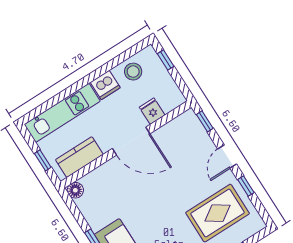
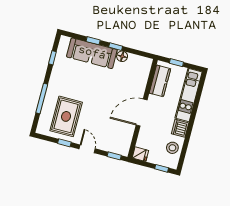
fridge: (152, 111) -> (140, 154), moved
floor lamp: (75, 190) -> (122, 56), moved

